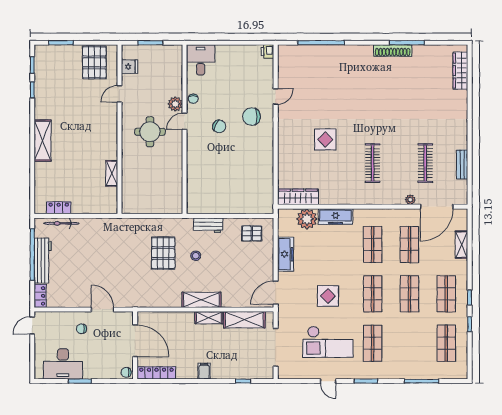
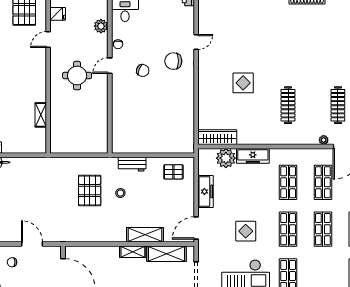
plant: (175, 104) -> (101, 26), moved
shelving: (201, 300) -> (145, 235), moved

